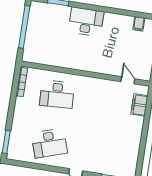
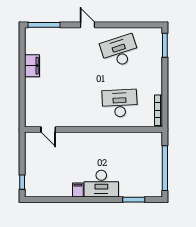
filing cabinet: (139, 24) -> (78, 190), moved
filing cabinet: (139, 105) -> (32, 66), moved

